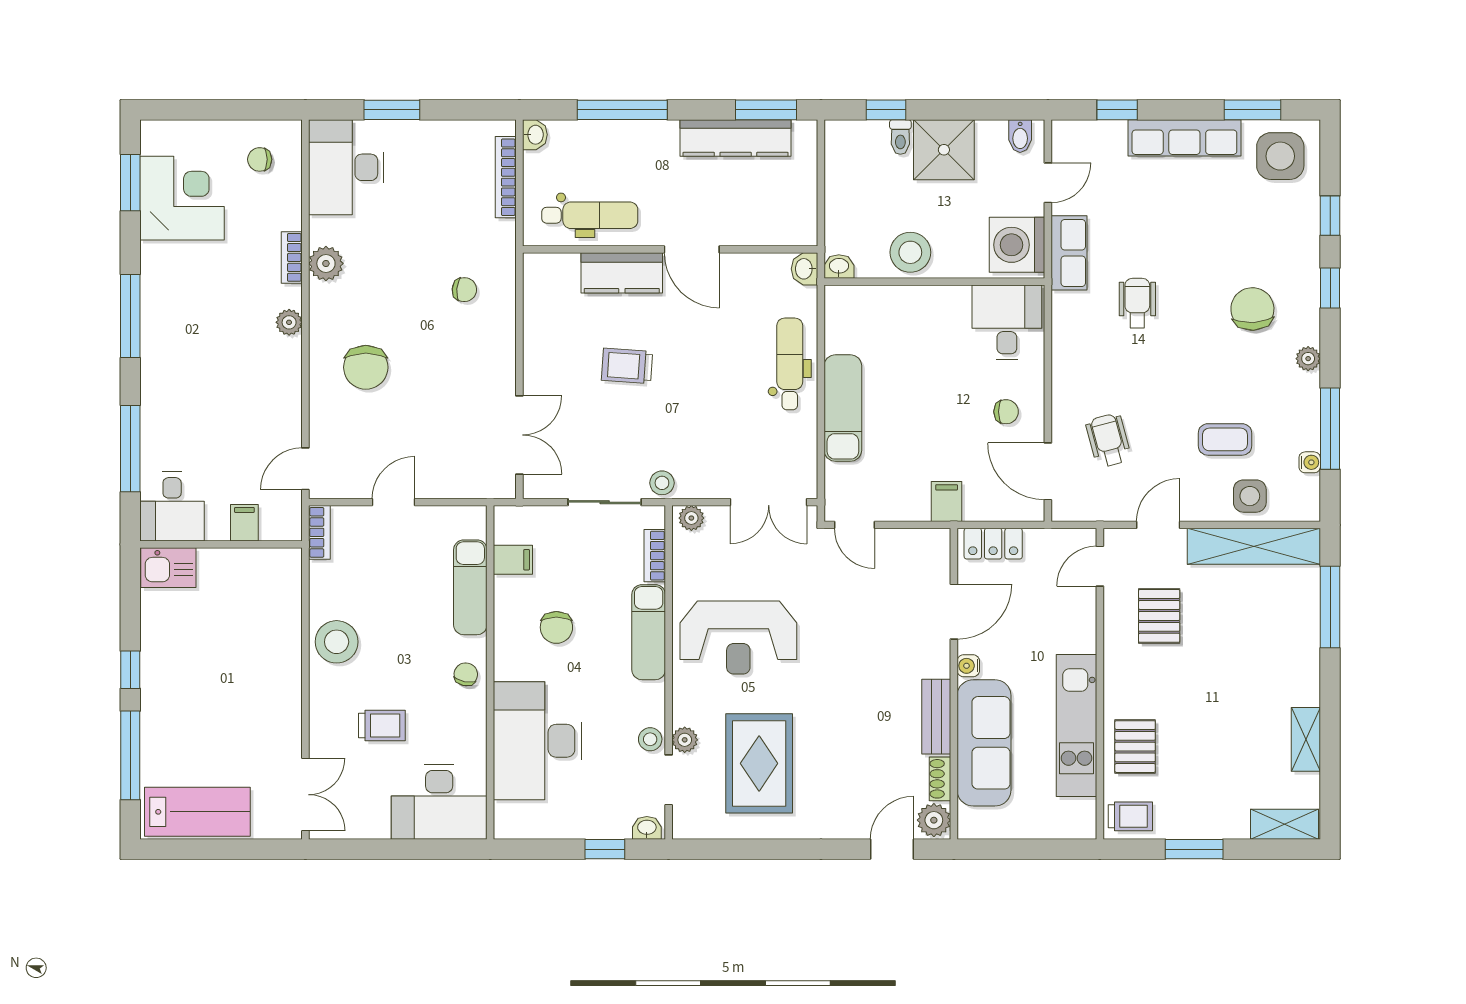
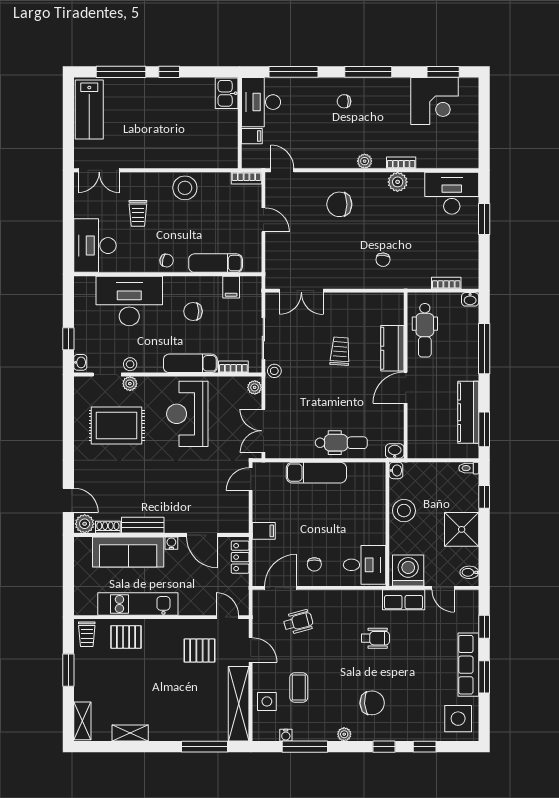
window: (1253, 110) -> (484, 677), moved
toilet: (900, 137) -> (469, 468), moved
chair: (260, 159) -> (344, 101), moved, turned -90
bookcase: (506, 177) -> (446, 283), width x0.64
desk: (172, 507) -> (261, 102), width x1.37

